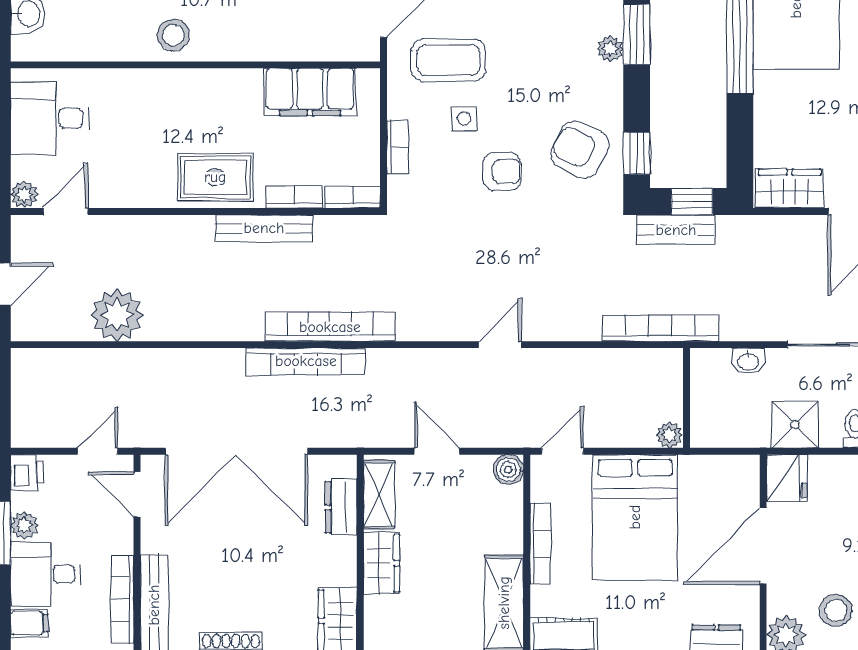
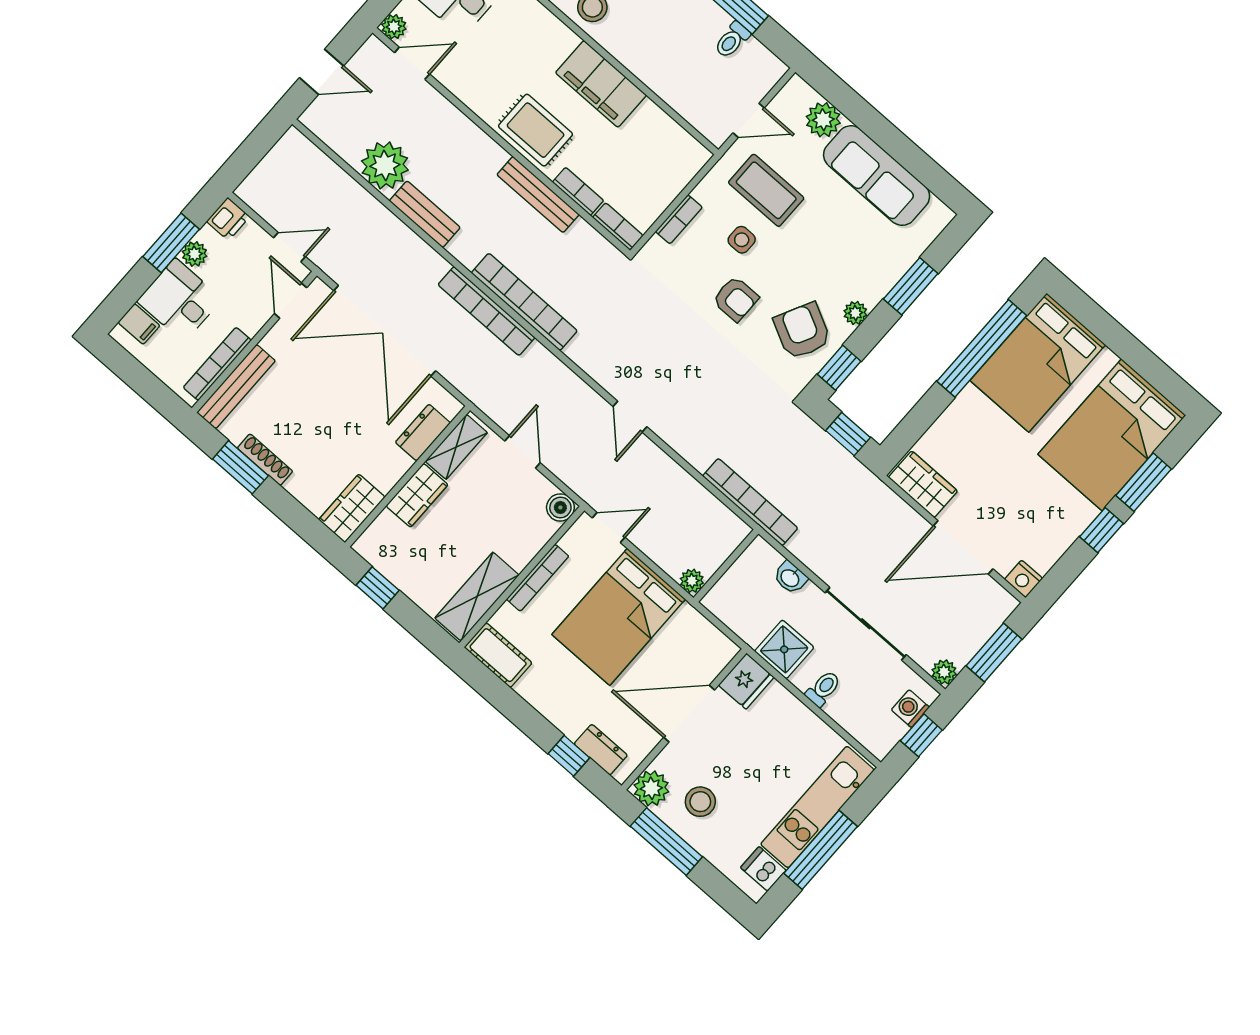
plant: (610, 49) -> (855, 313), moved
filing cabinet: (310, 92) -> (601, 84), moved
bench: (676, 230) -> (425, 214), moved
door: (500, 345) -> (630, 417), swing flipped

